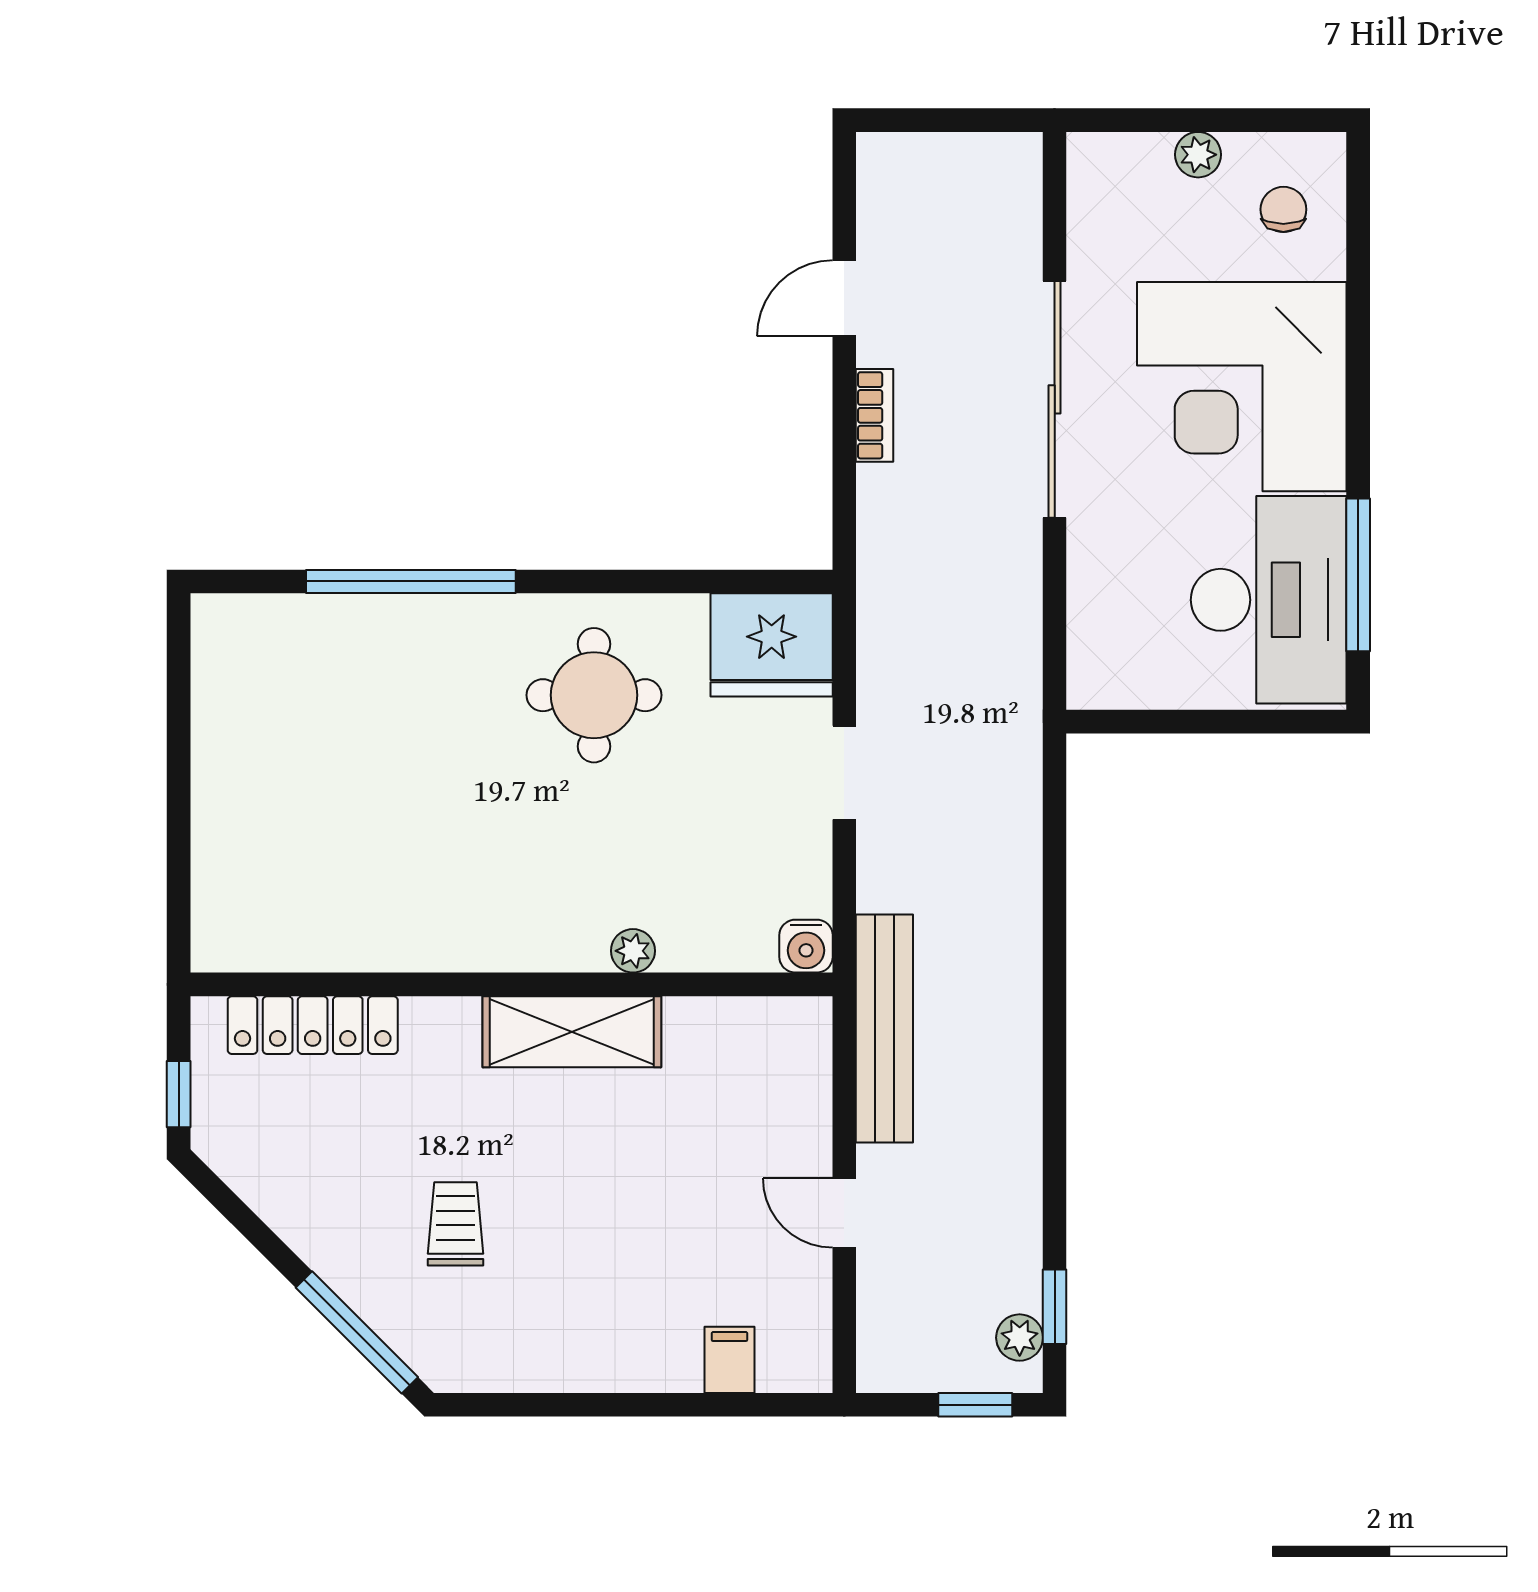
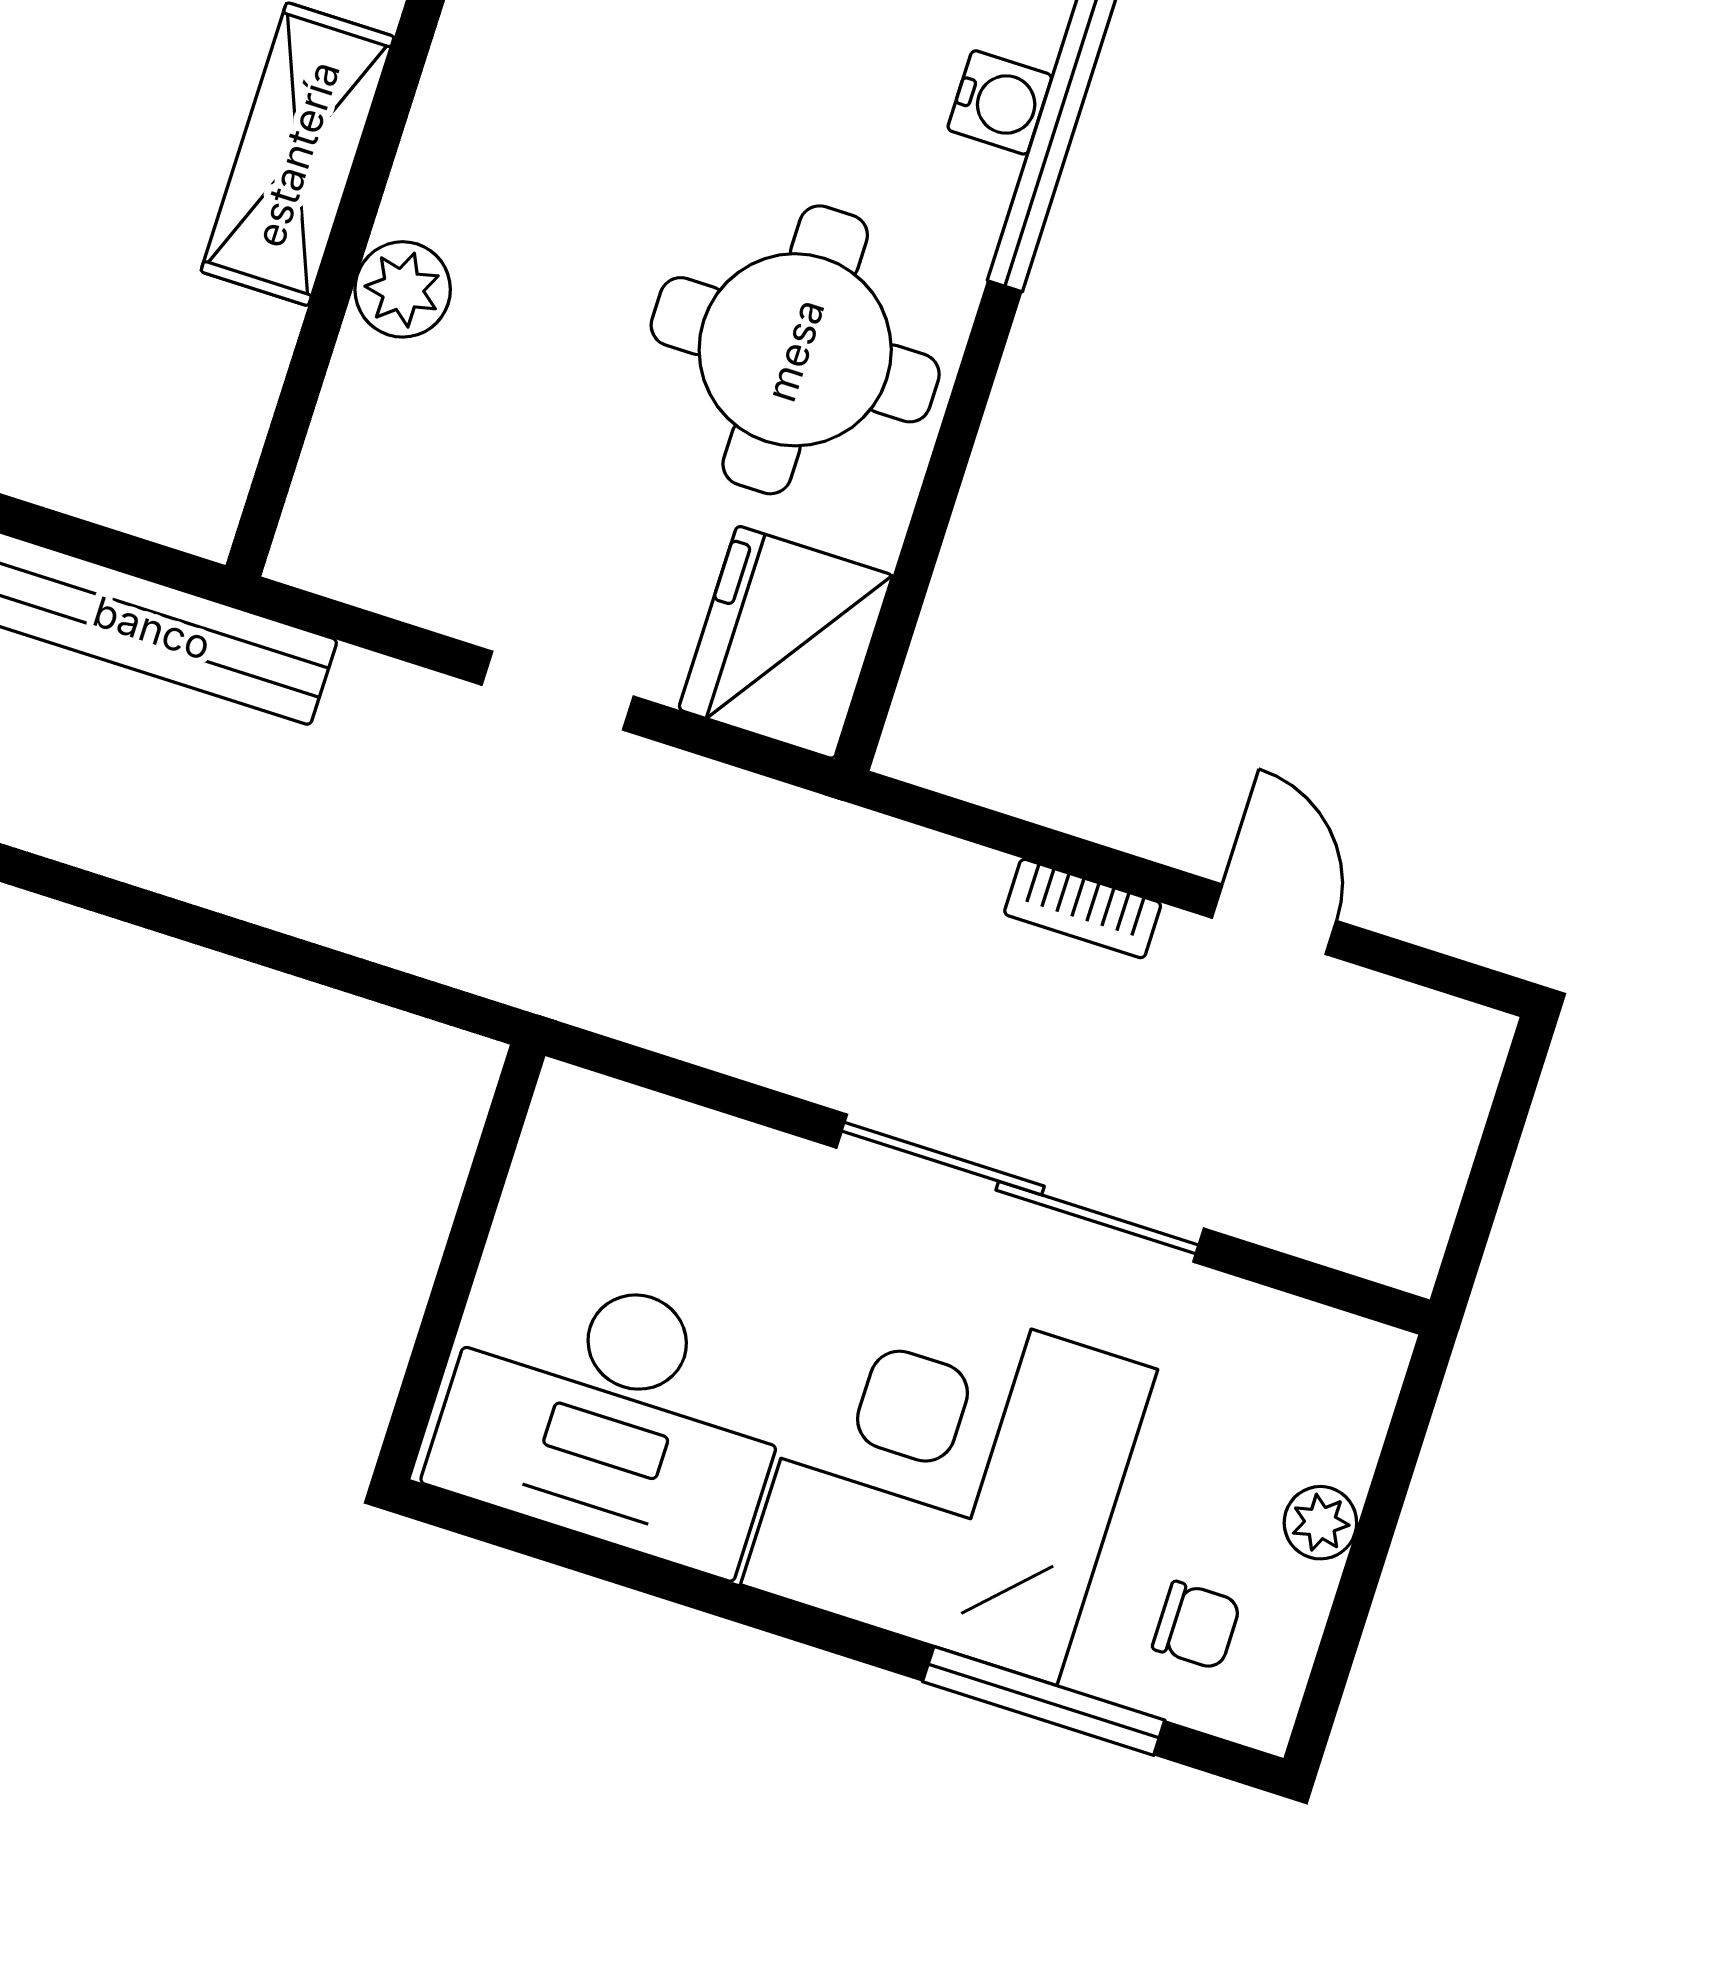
window: (1358, 575) -> (1044, 1701), moved
round table: (594, 695) -> (795, 350), width x1.36, depth x1.36
water cooler: (806, 946) -> (1000, 102), moved, turned 180
plant: (633, 951) -> (403, 289), width x1.38, depth x1.38

